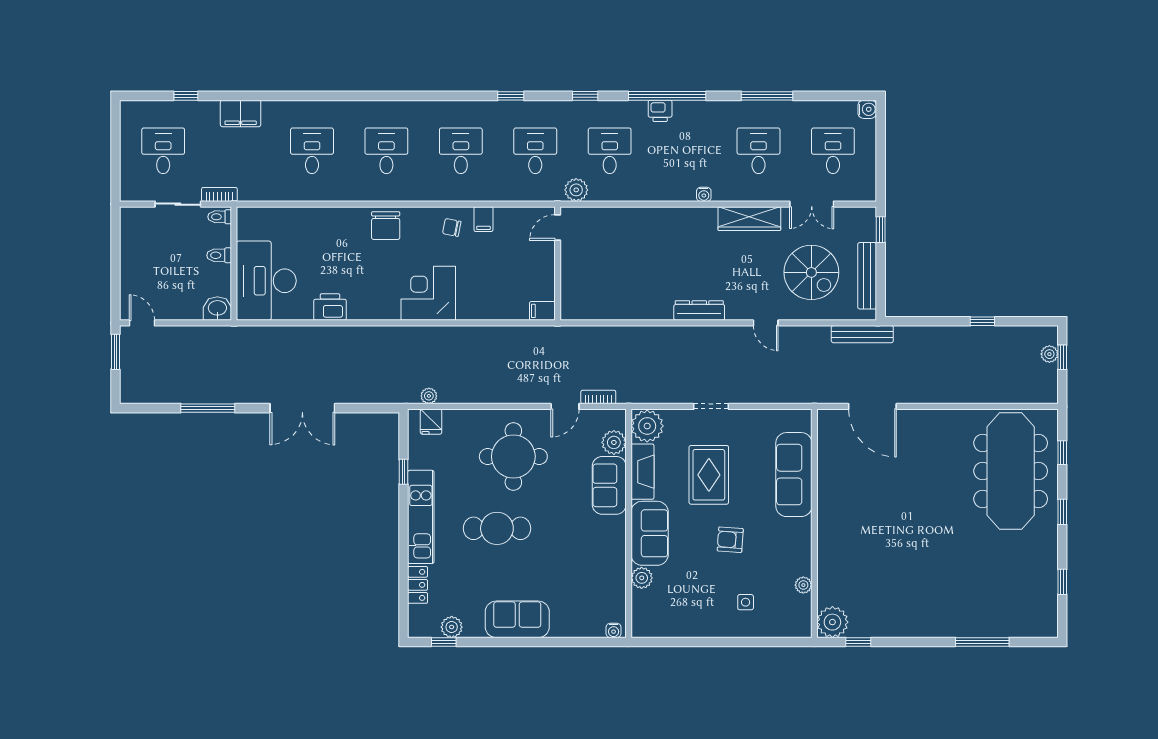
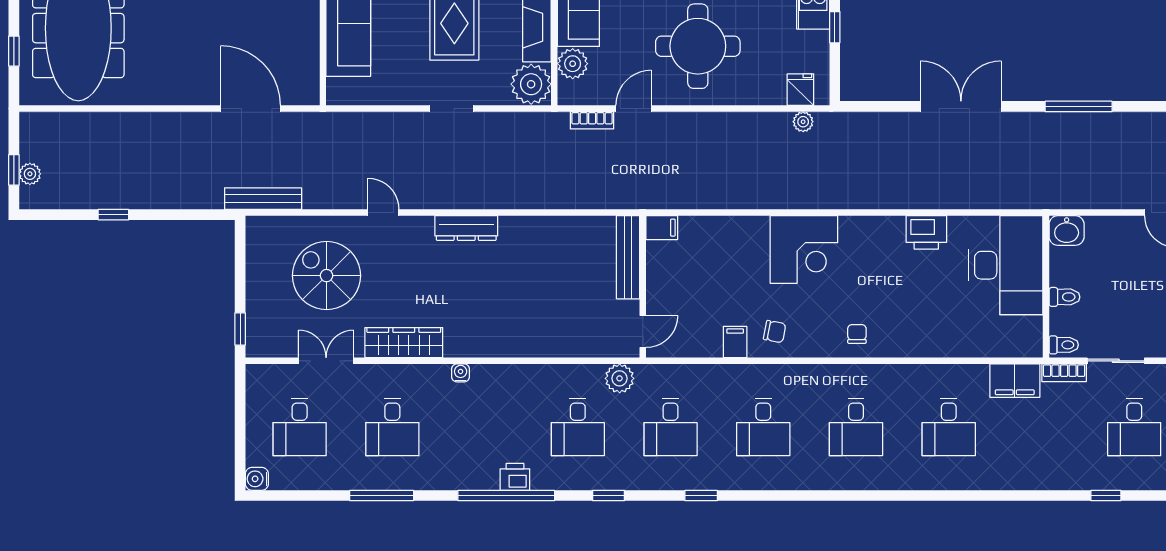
filing cabinet: (241, 113) -> (1015, 381), moved, turned 180
chair: (386, 226) -> (857, 334), width x0.54, depth x0.54
bench: (867, 276) -> (628, 257), moved

